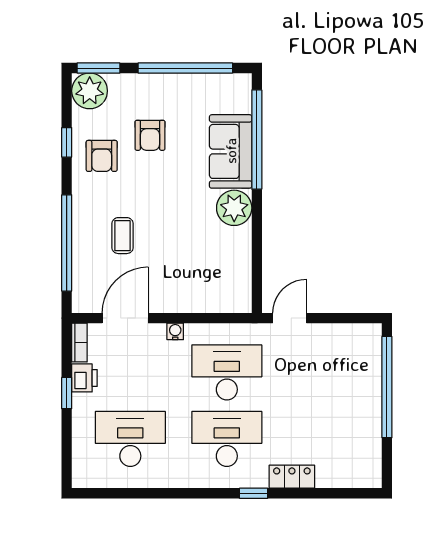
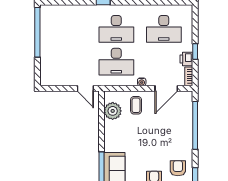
plant: (234, 208) -> (113, 111), moved
coffee table: (123, 236) -> (136, 105), moved
door: (290, 318) -> (85, 88), hinge flipped
window: (387, 387) -> (37, 32), moved
locker: (292, 477) -> (84, 10), removed

